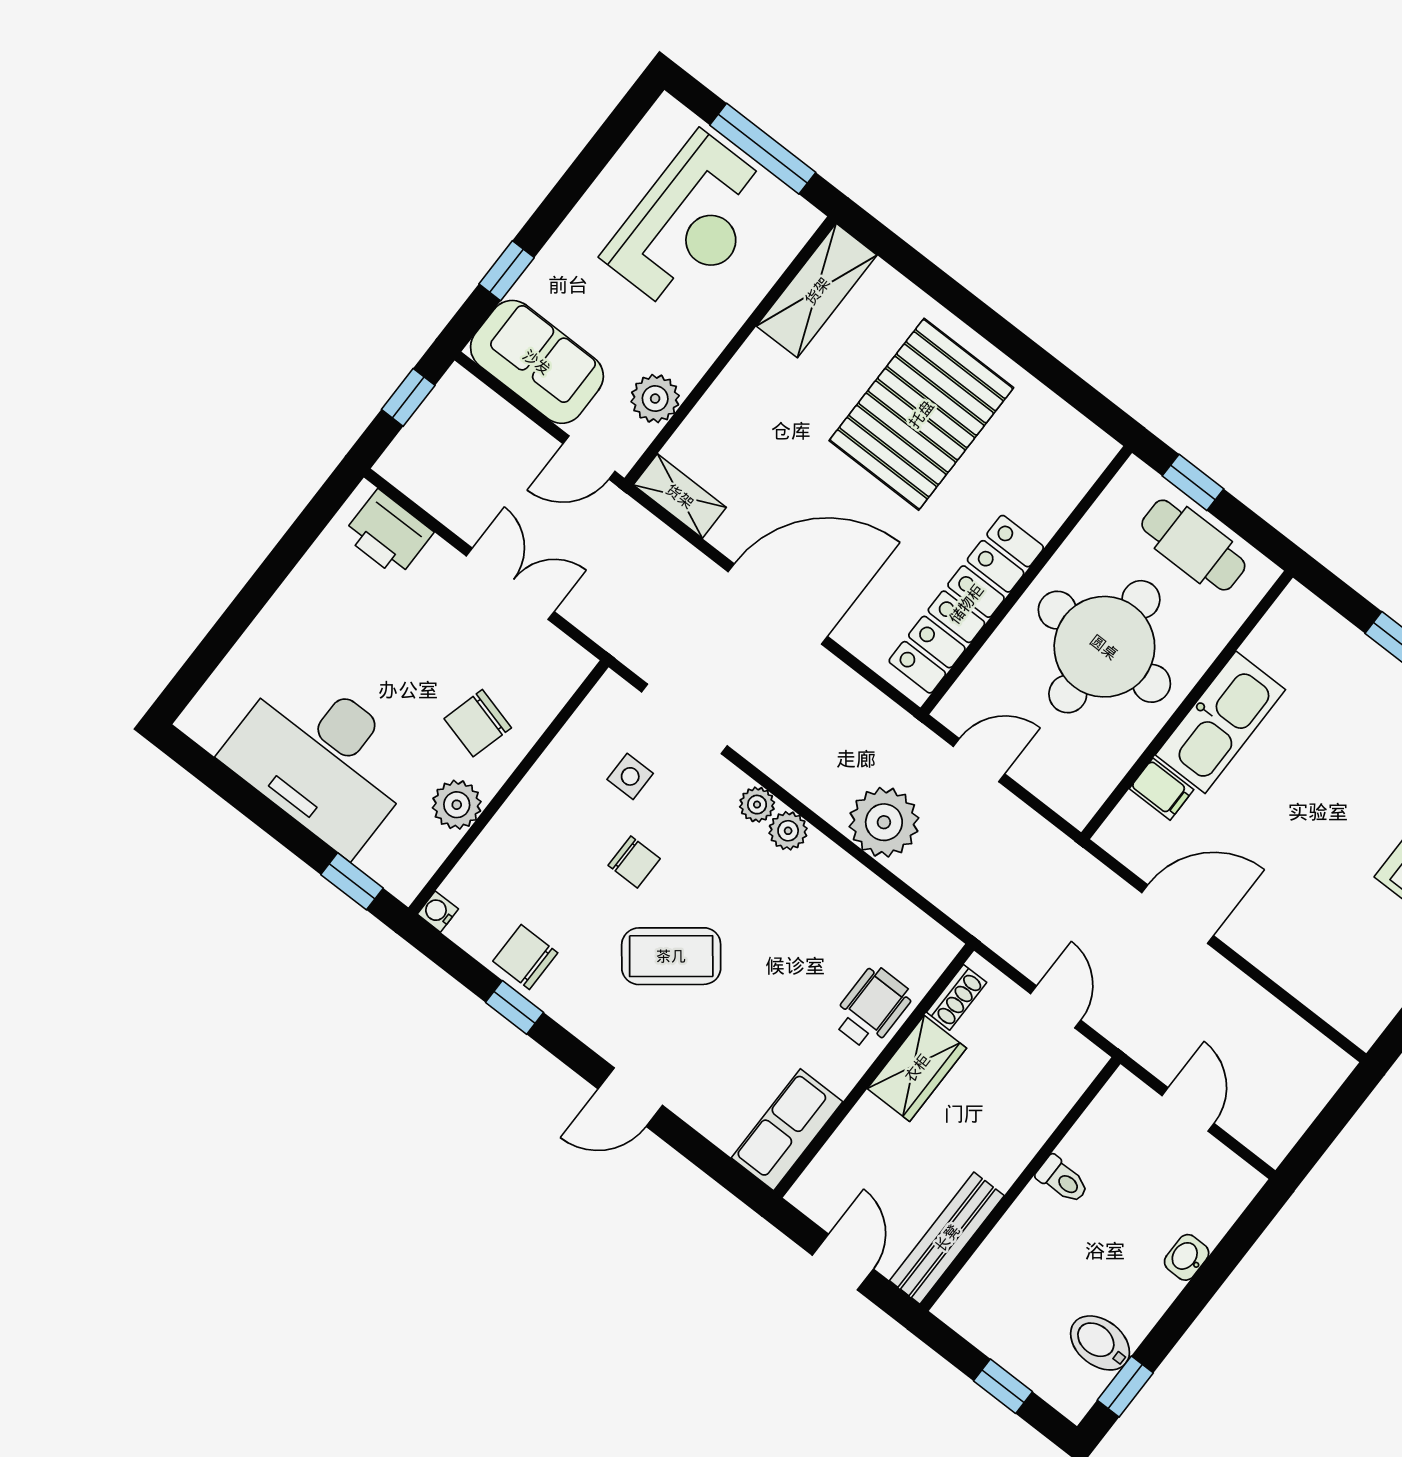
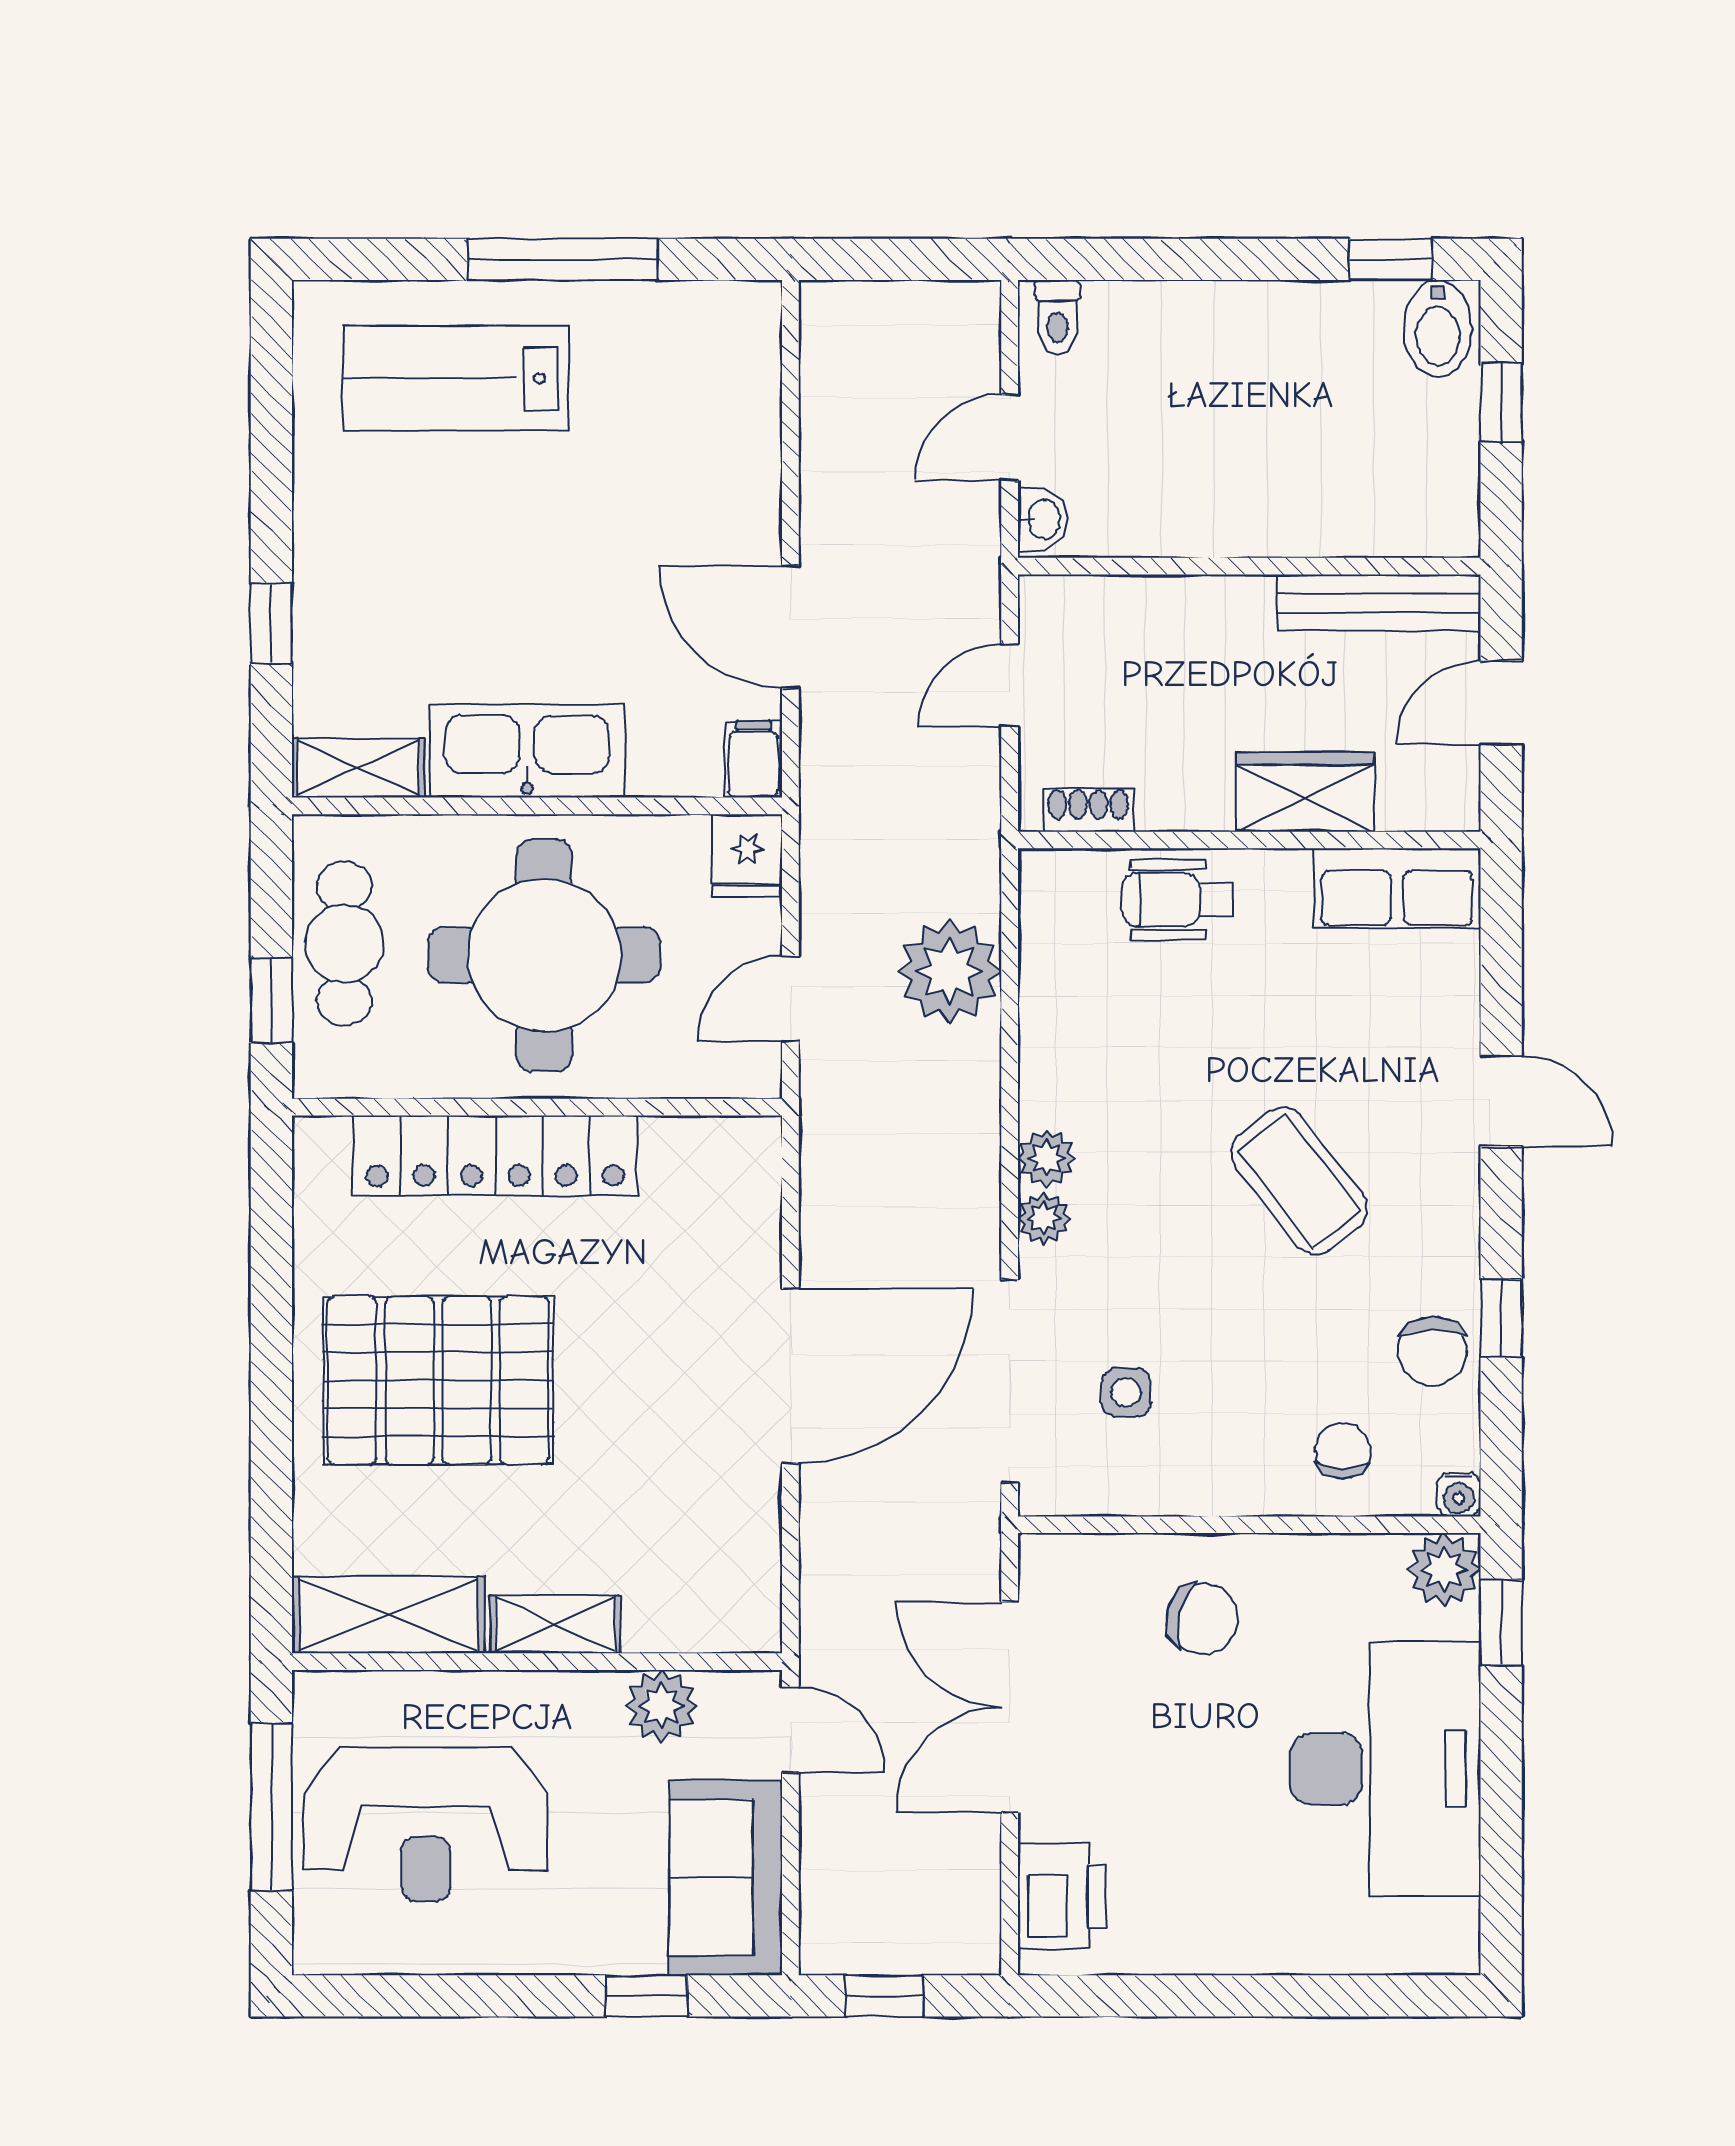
reception desk: (689, 224) -> (426, 1824), turned 180
shelving: (680, 496) -> (555, 1624), moved, turned 90
double door: (510, 584) -> (1010, 1707), width x1.37
door: (778, 604) -> (790, 1376), swing flipped
locker: (966, 604) -> (495, 1155), moved
shelving: (1281, 625) -> (358, 768), added
doorway: (684, 719) -> (1010, 1381), width x1.36
door: (979, 760) -> (790, 999), hinge flipped
filing cabinet: (1161, 789) -> (753, 759), moved
fridge: (1073, 797) -> (748, 855), added
plant: (457, 805) -> (1444, 1569), moved
plant: (884, 822) -> (949, 971), moved
chair: (634, 862) -> (1343, 1451), moved
wardrobe: (917, 1068) -> (1305, 792), moved
toilet: (1063, 1180) -> (1058, 317), moved, turned 180
washbasin: (1187, 1257) -> (1043, 519), moved, turned -90
bidet: (1100, 1343) -> (1438, 329), moved

